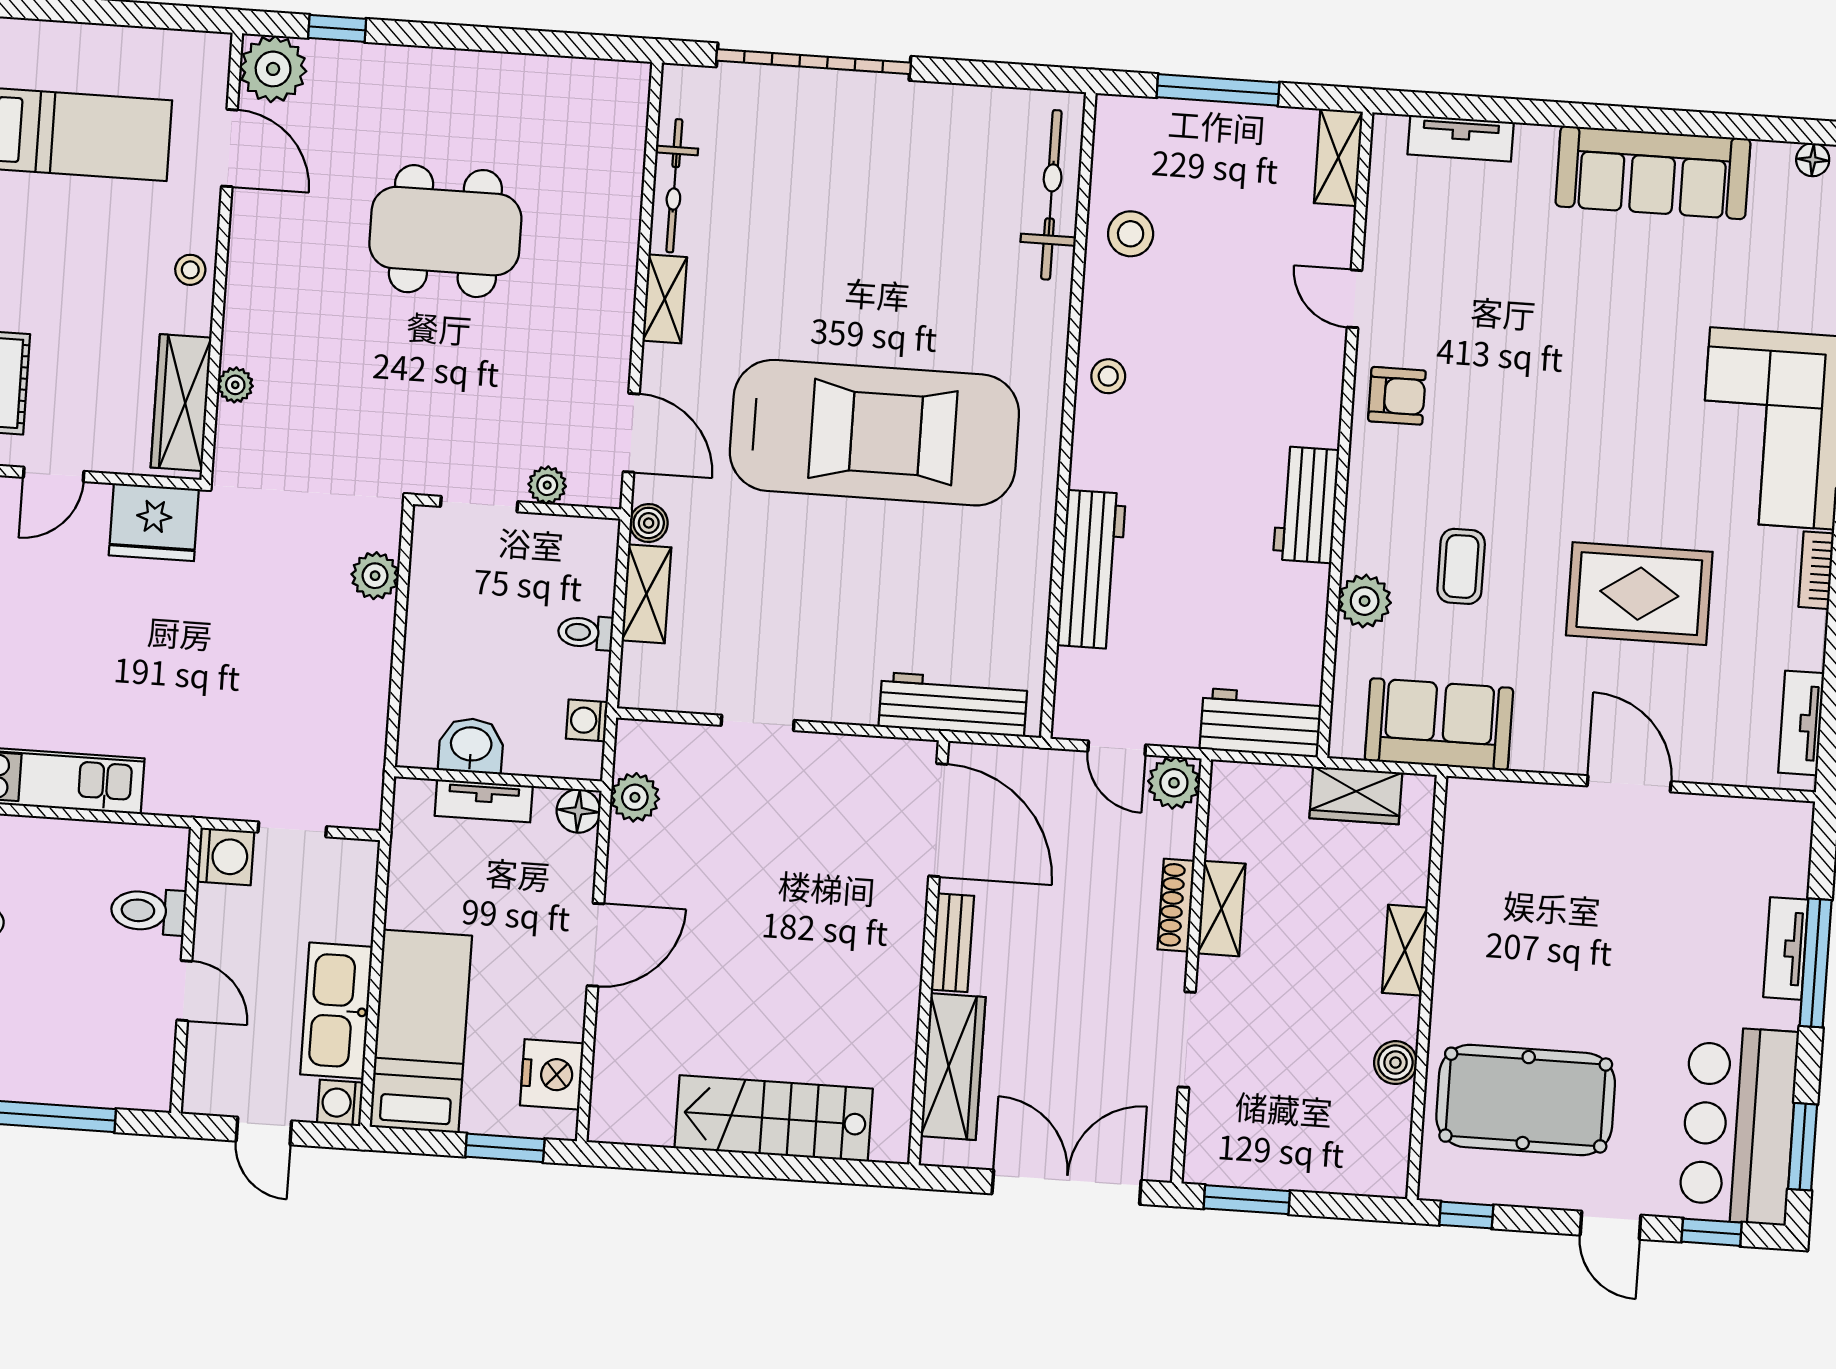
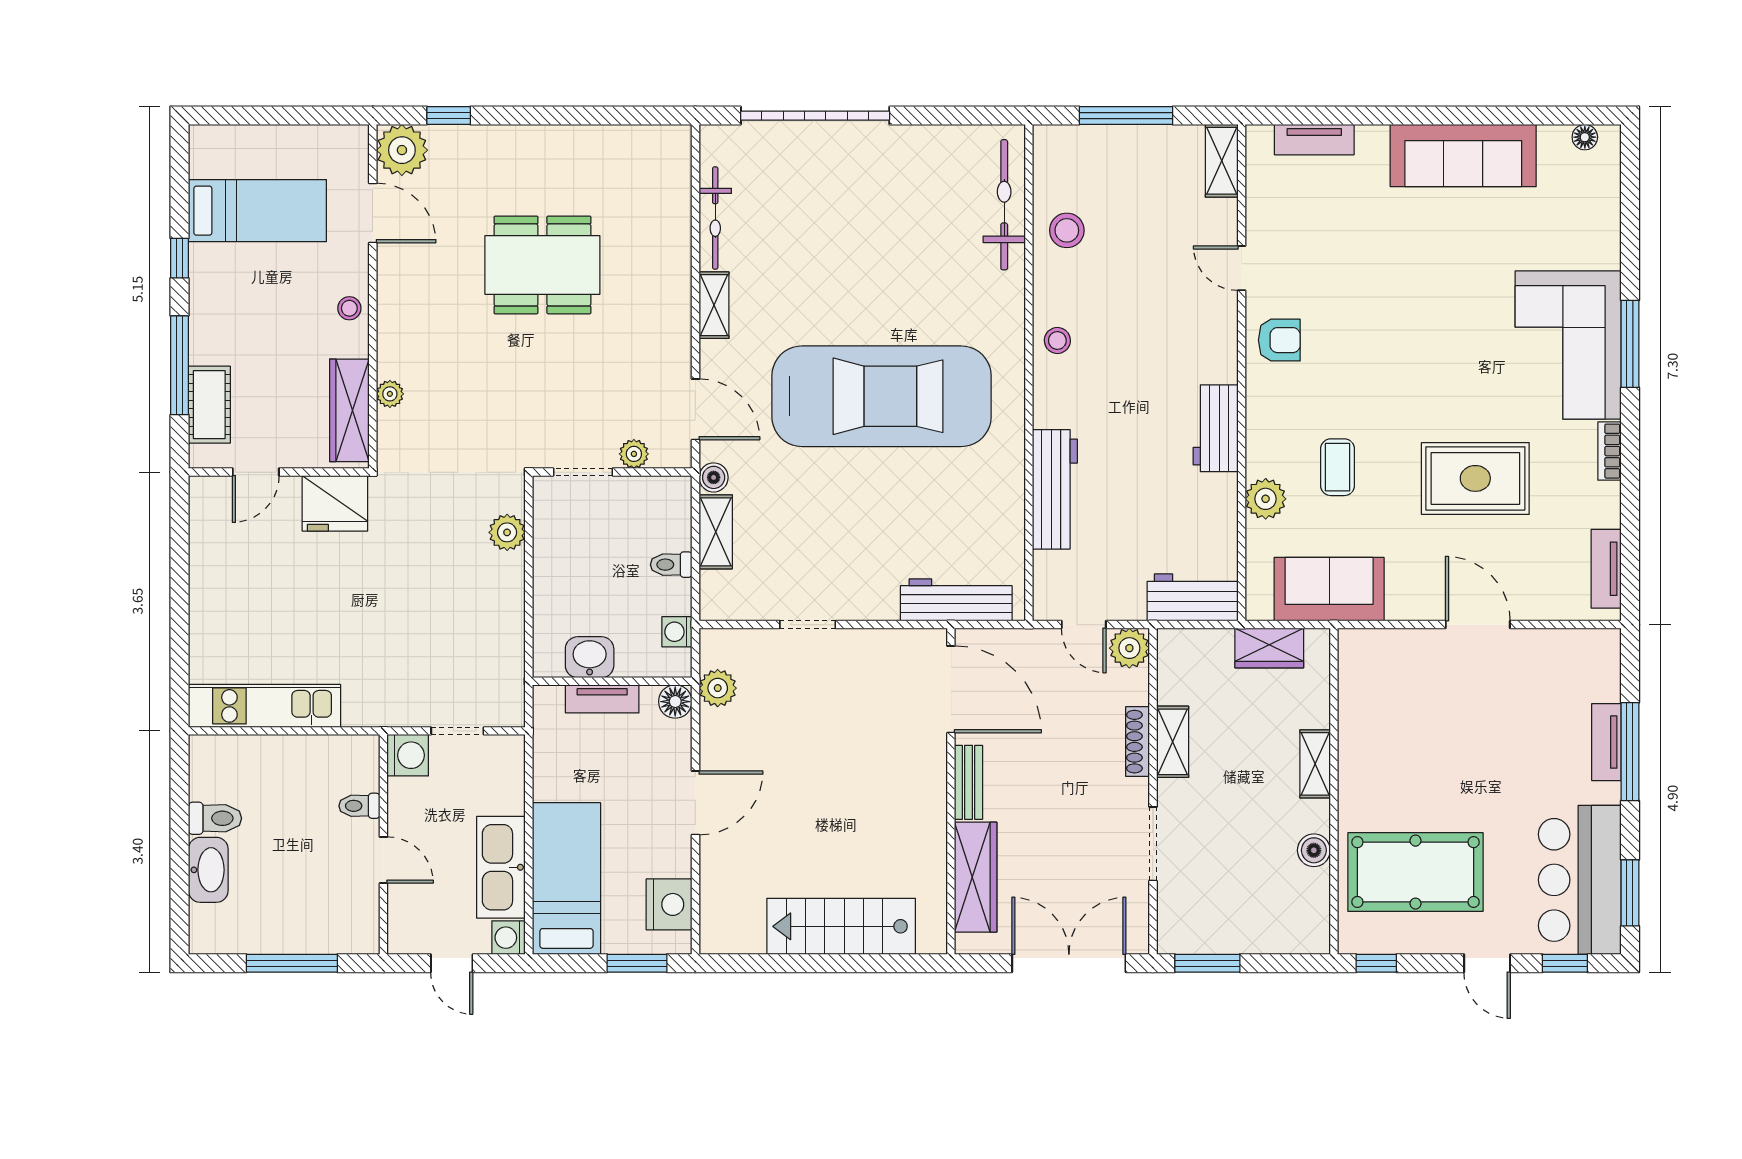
toilet: (148, 911) -> (359, 806), width x0.73, depth x0.72

